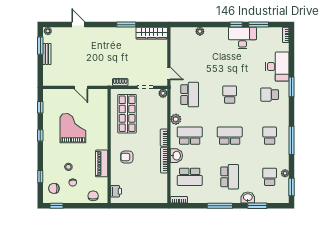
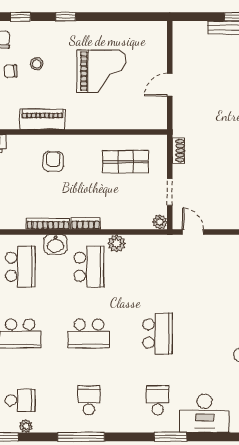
door: (169, 74) -> (193, 232), swing flipped
school desk: (190, 95) -> (158, 267), removed
school desk: (230, 95) -> (158, 334), width x1.85
window: (40, 107) -> (137, 17), removed
shop shelf: (127, 114) -> (126, 162), width x0.70, depth x0.74
window: (40, 135) -> (66, 17), moved
school desk: (230, 136) -> (89, 334), turned 90
school desk: (270, 136) -> (89, 400), turned -90
school desk: (190, 177) -> (20, 267), turned 180

